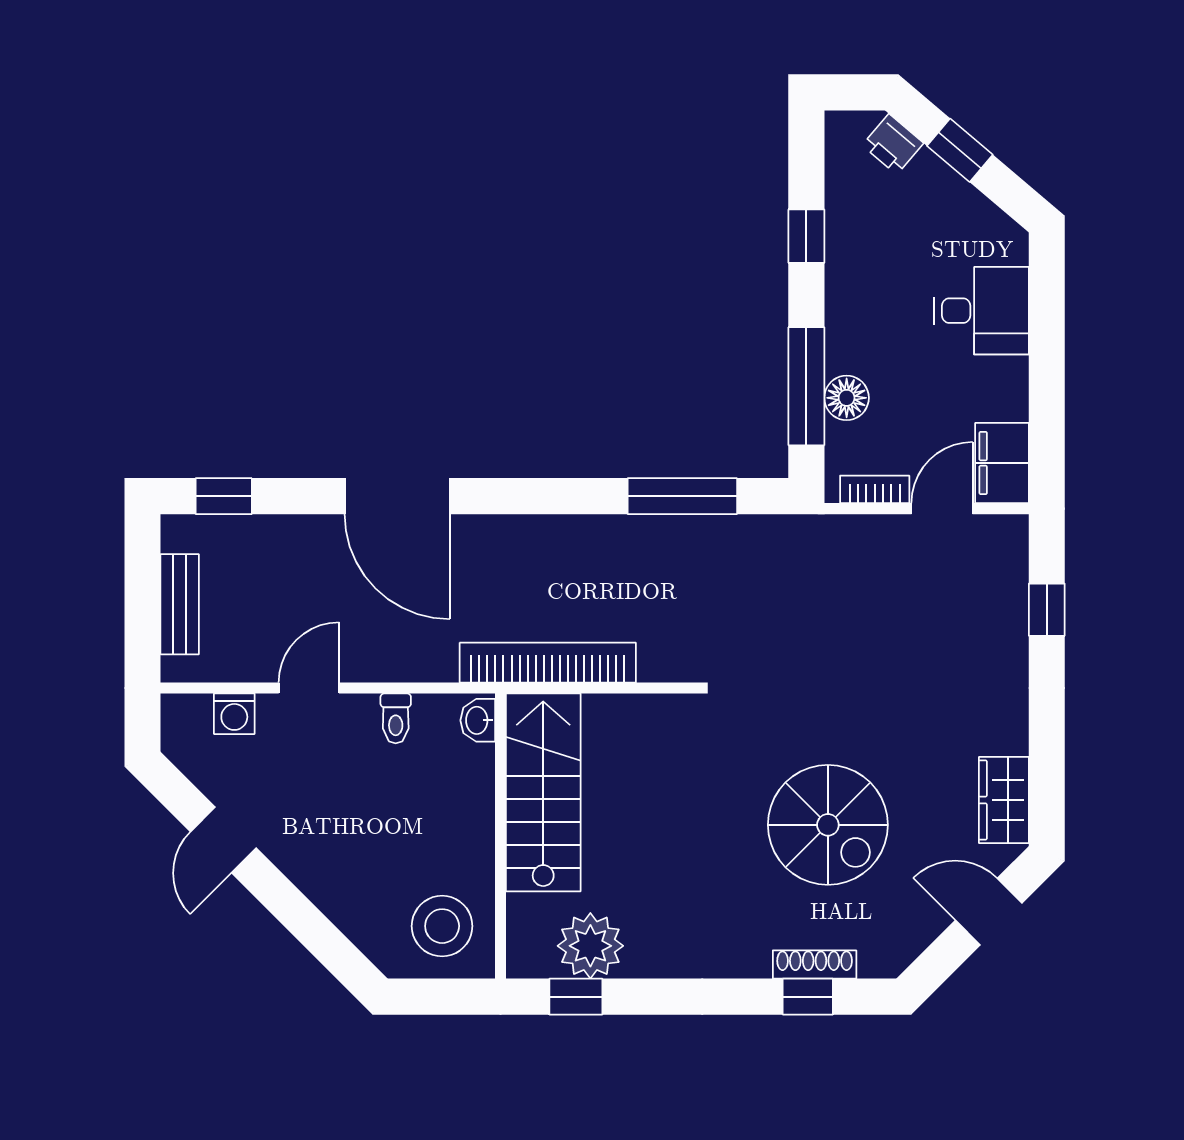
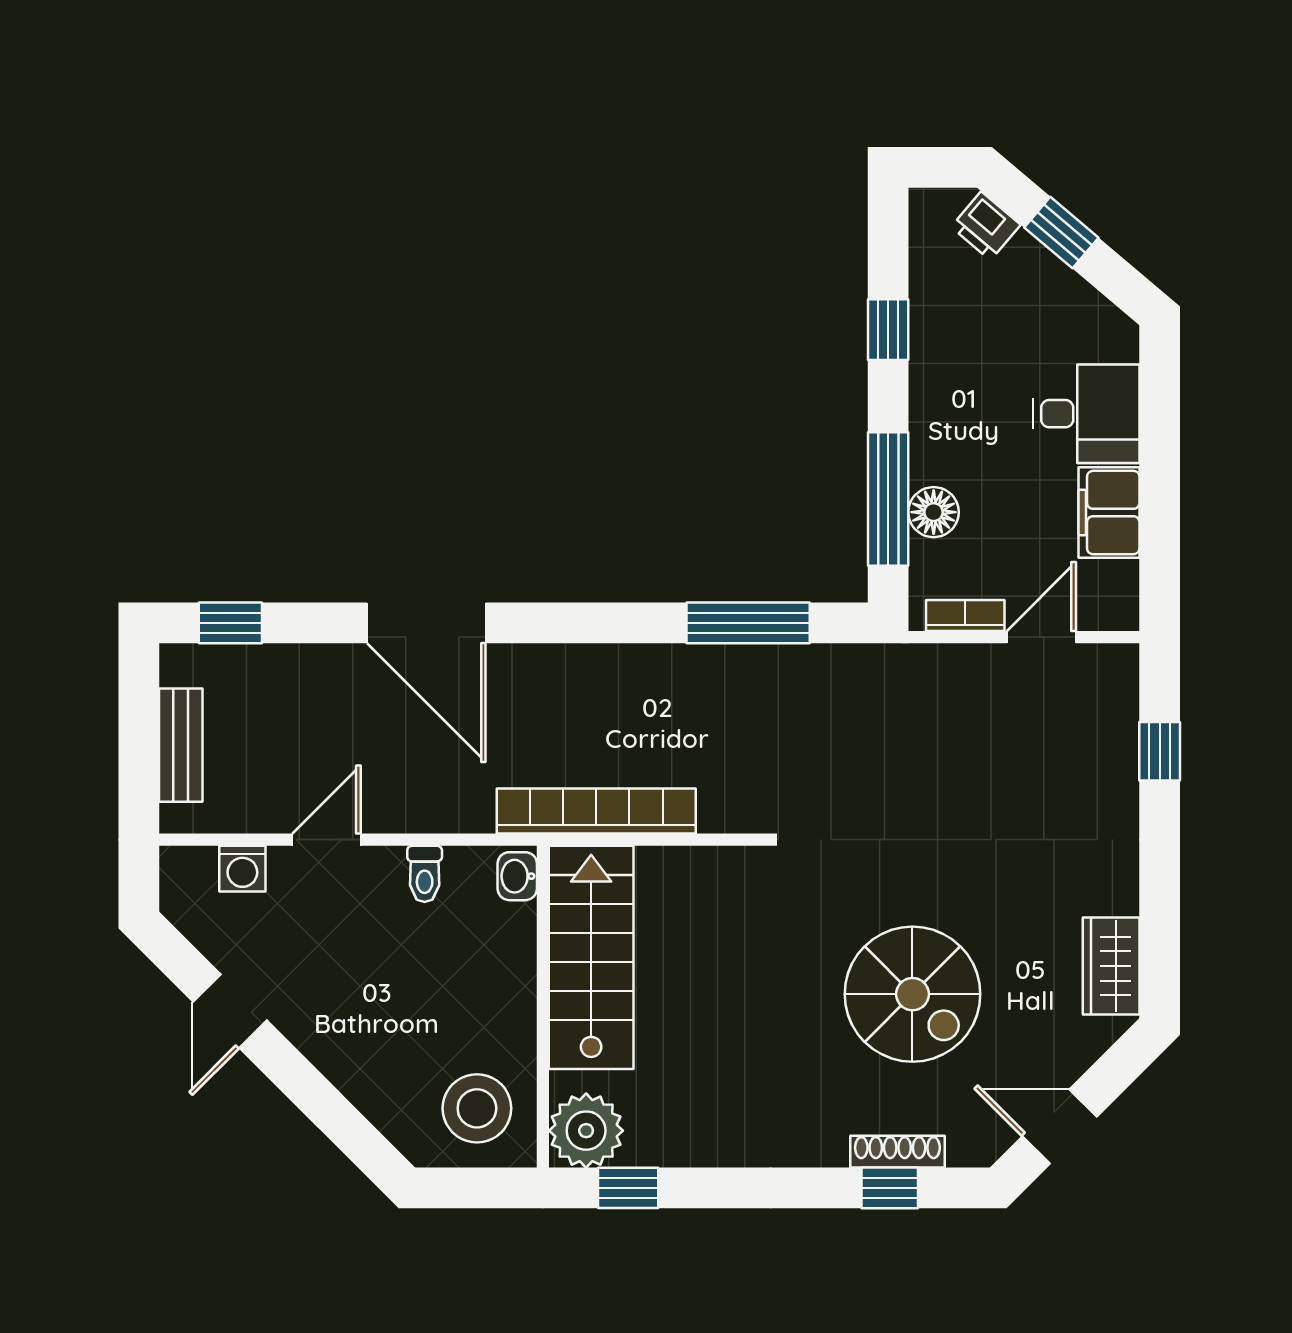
filing cabinet: (1002, 463) -> (1109, 513), moved
door: (989, 912) -> (1060, 1127), moved
plant: (590, 946) -> (586, 1131), moved

